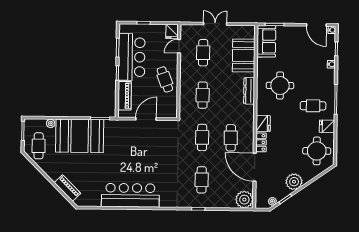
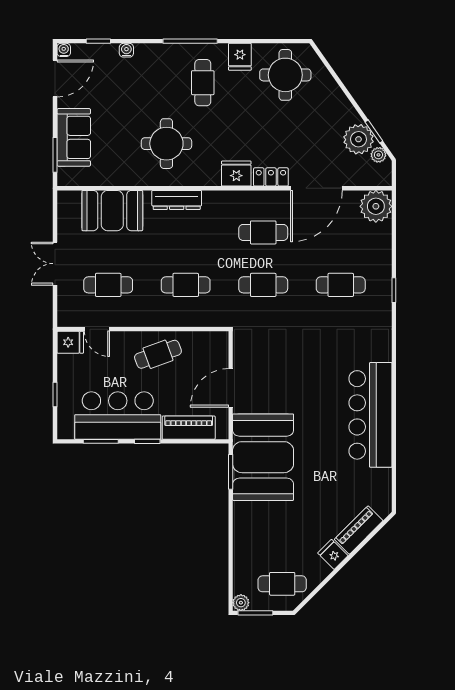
sofa: (266, 41) -> (74, 137), moved, turned 90
door: (146, 119) -> (231, 388), hinge flipped
plant: (51, 123) -> (241, 603), moved
booth: (80, 136) -> (263, 457), moved
fridge: (54, 174) -> (333, 554), added
plant: (294, 182) -> (358, 139), moved

